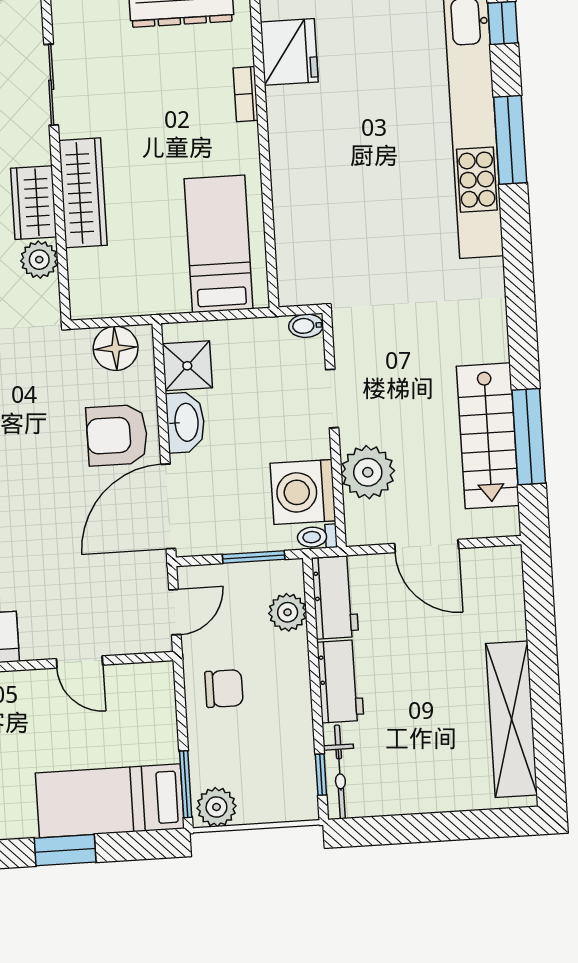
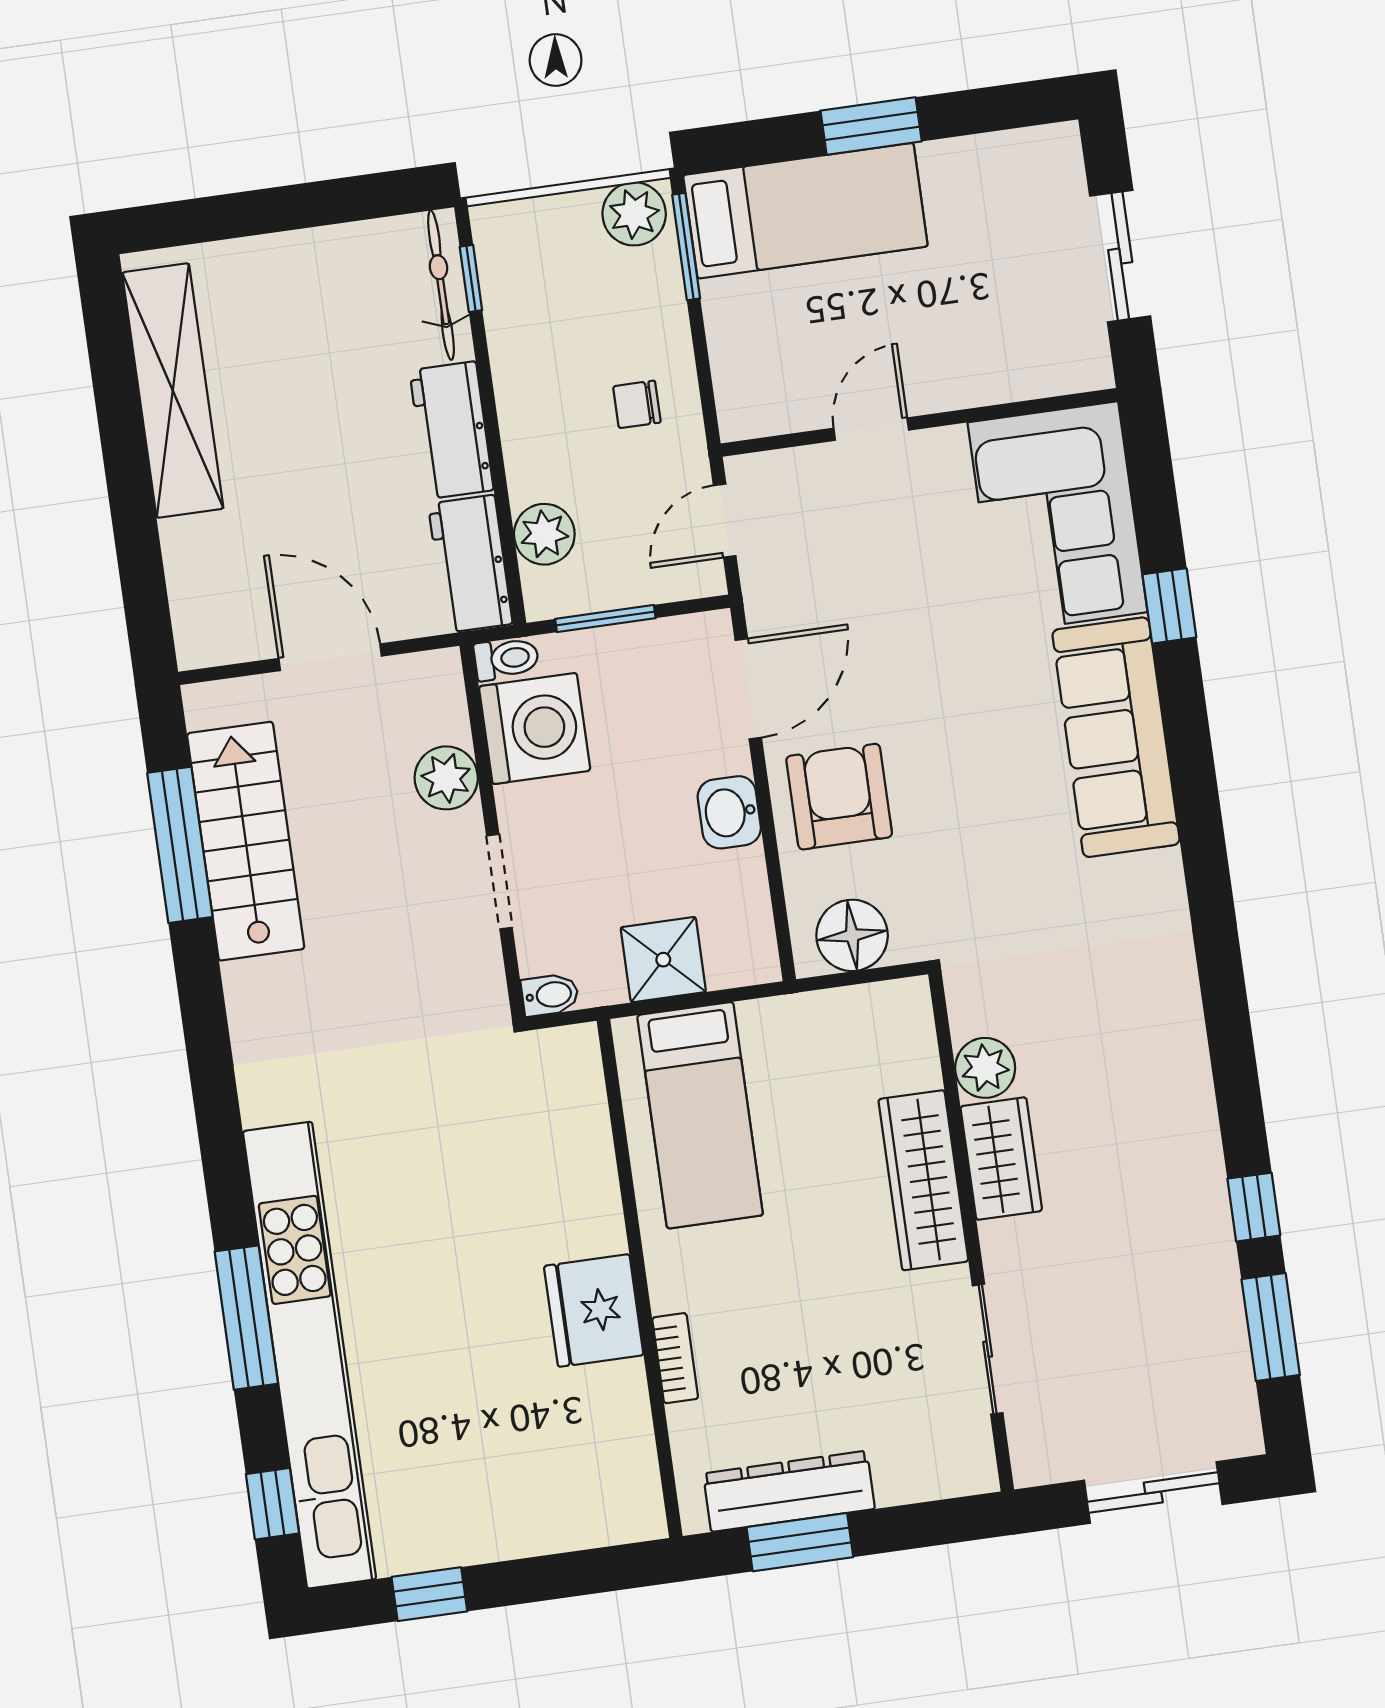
fridge: (289, 52) -> (594, 1311), moved
shower: (187, 366) -> (663, 960), moved
washbasin: (185, 422) -> (729, 812), width x0.72
armchair: (117, 435) -> (839, 797), turned -90
plant: (368, 472) -> (446, 778), width x0.73, depth x0.73
door: (168, 506) -> (748, 689), width x0.73
door: (79, 662) -> (871, 429), hinge flipped
chair: (224, 688) -> (637, 404), width x0.73, depth x0.73

